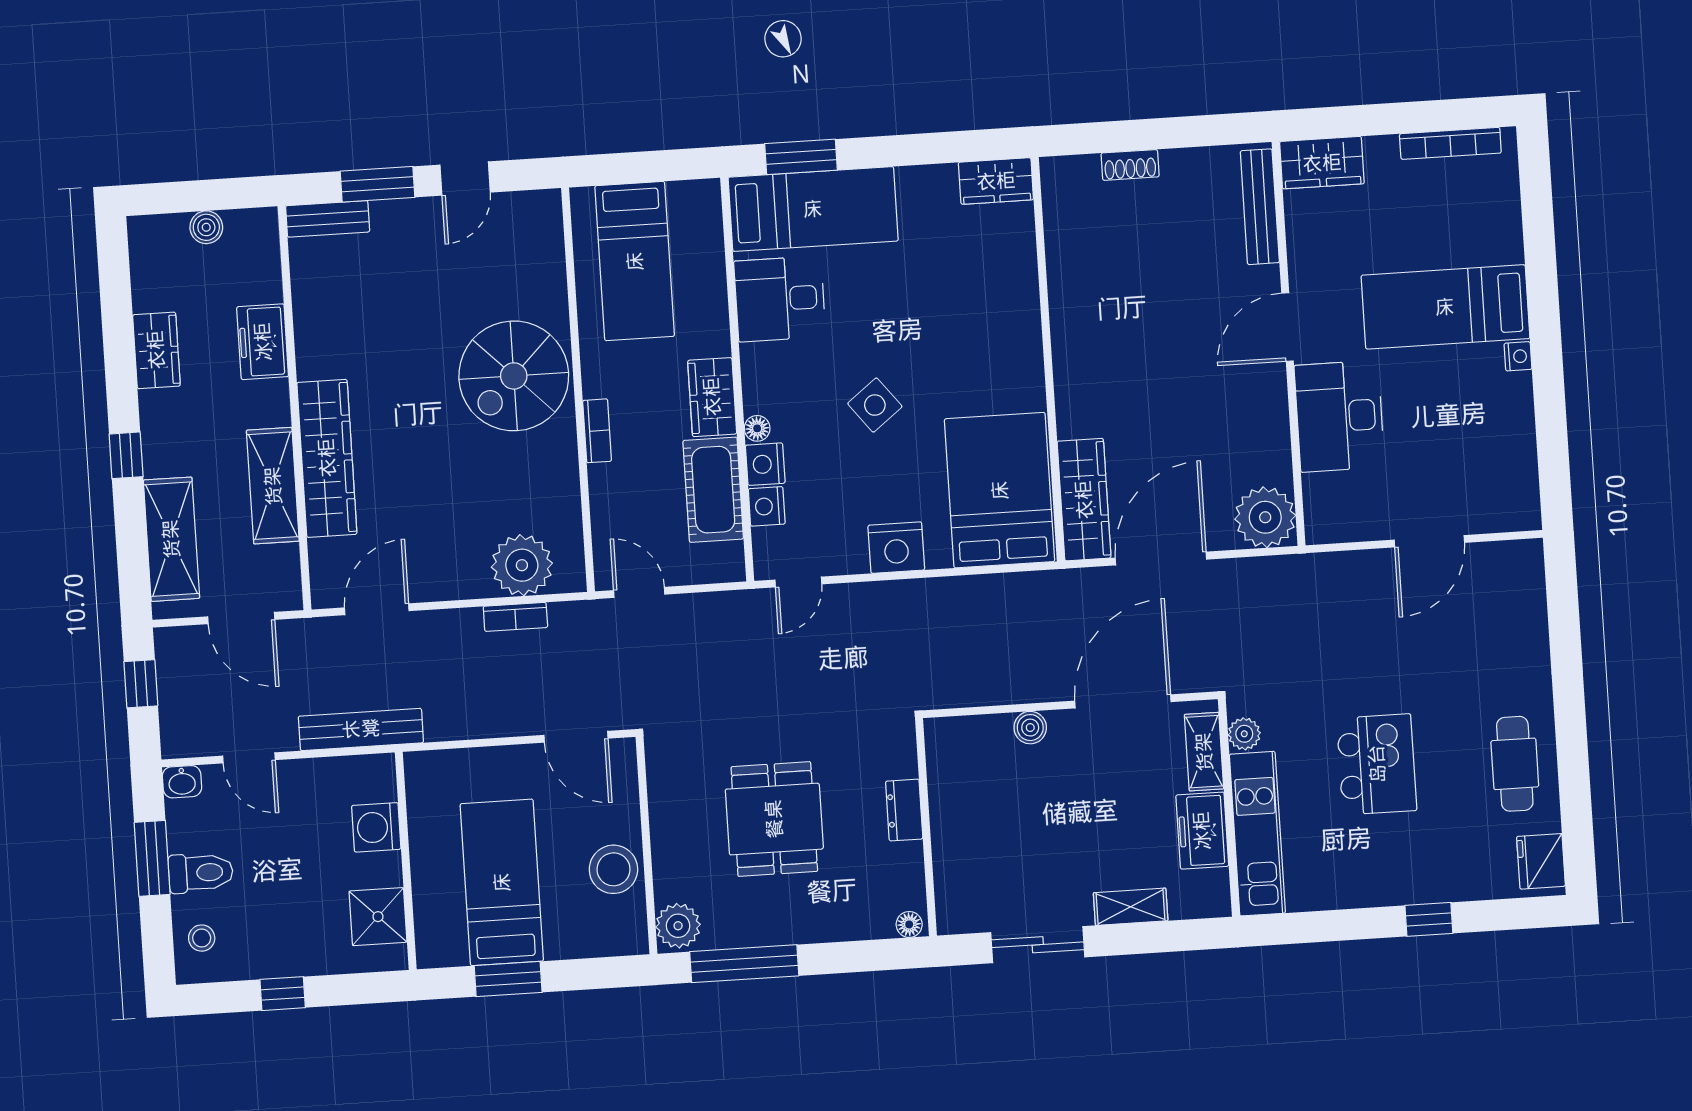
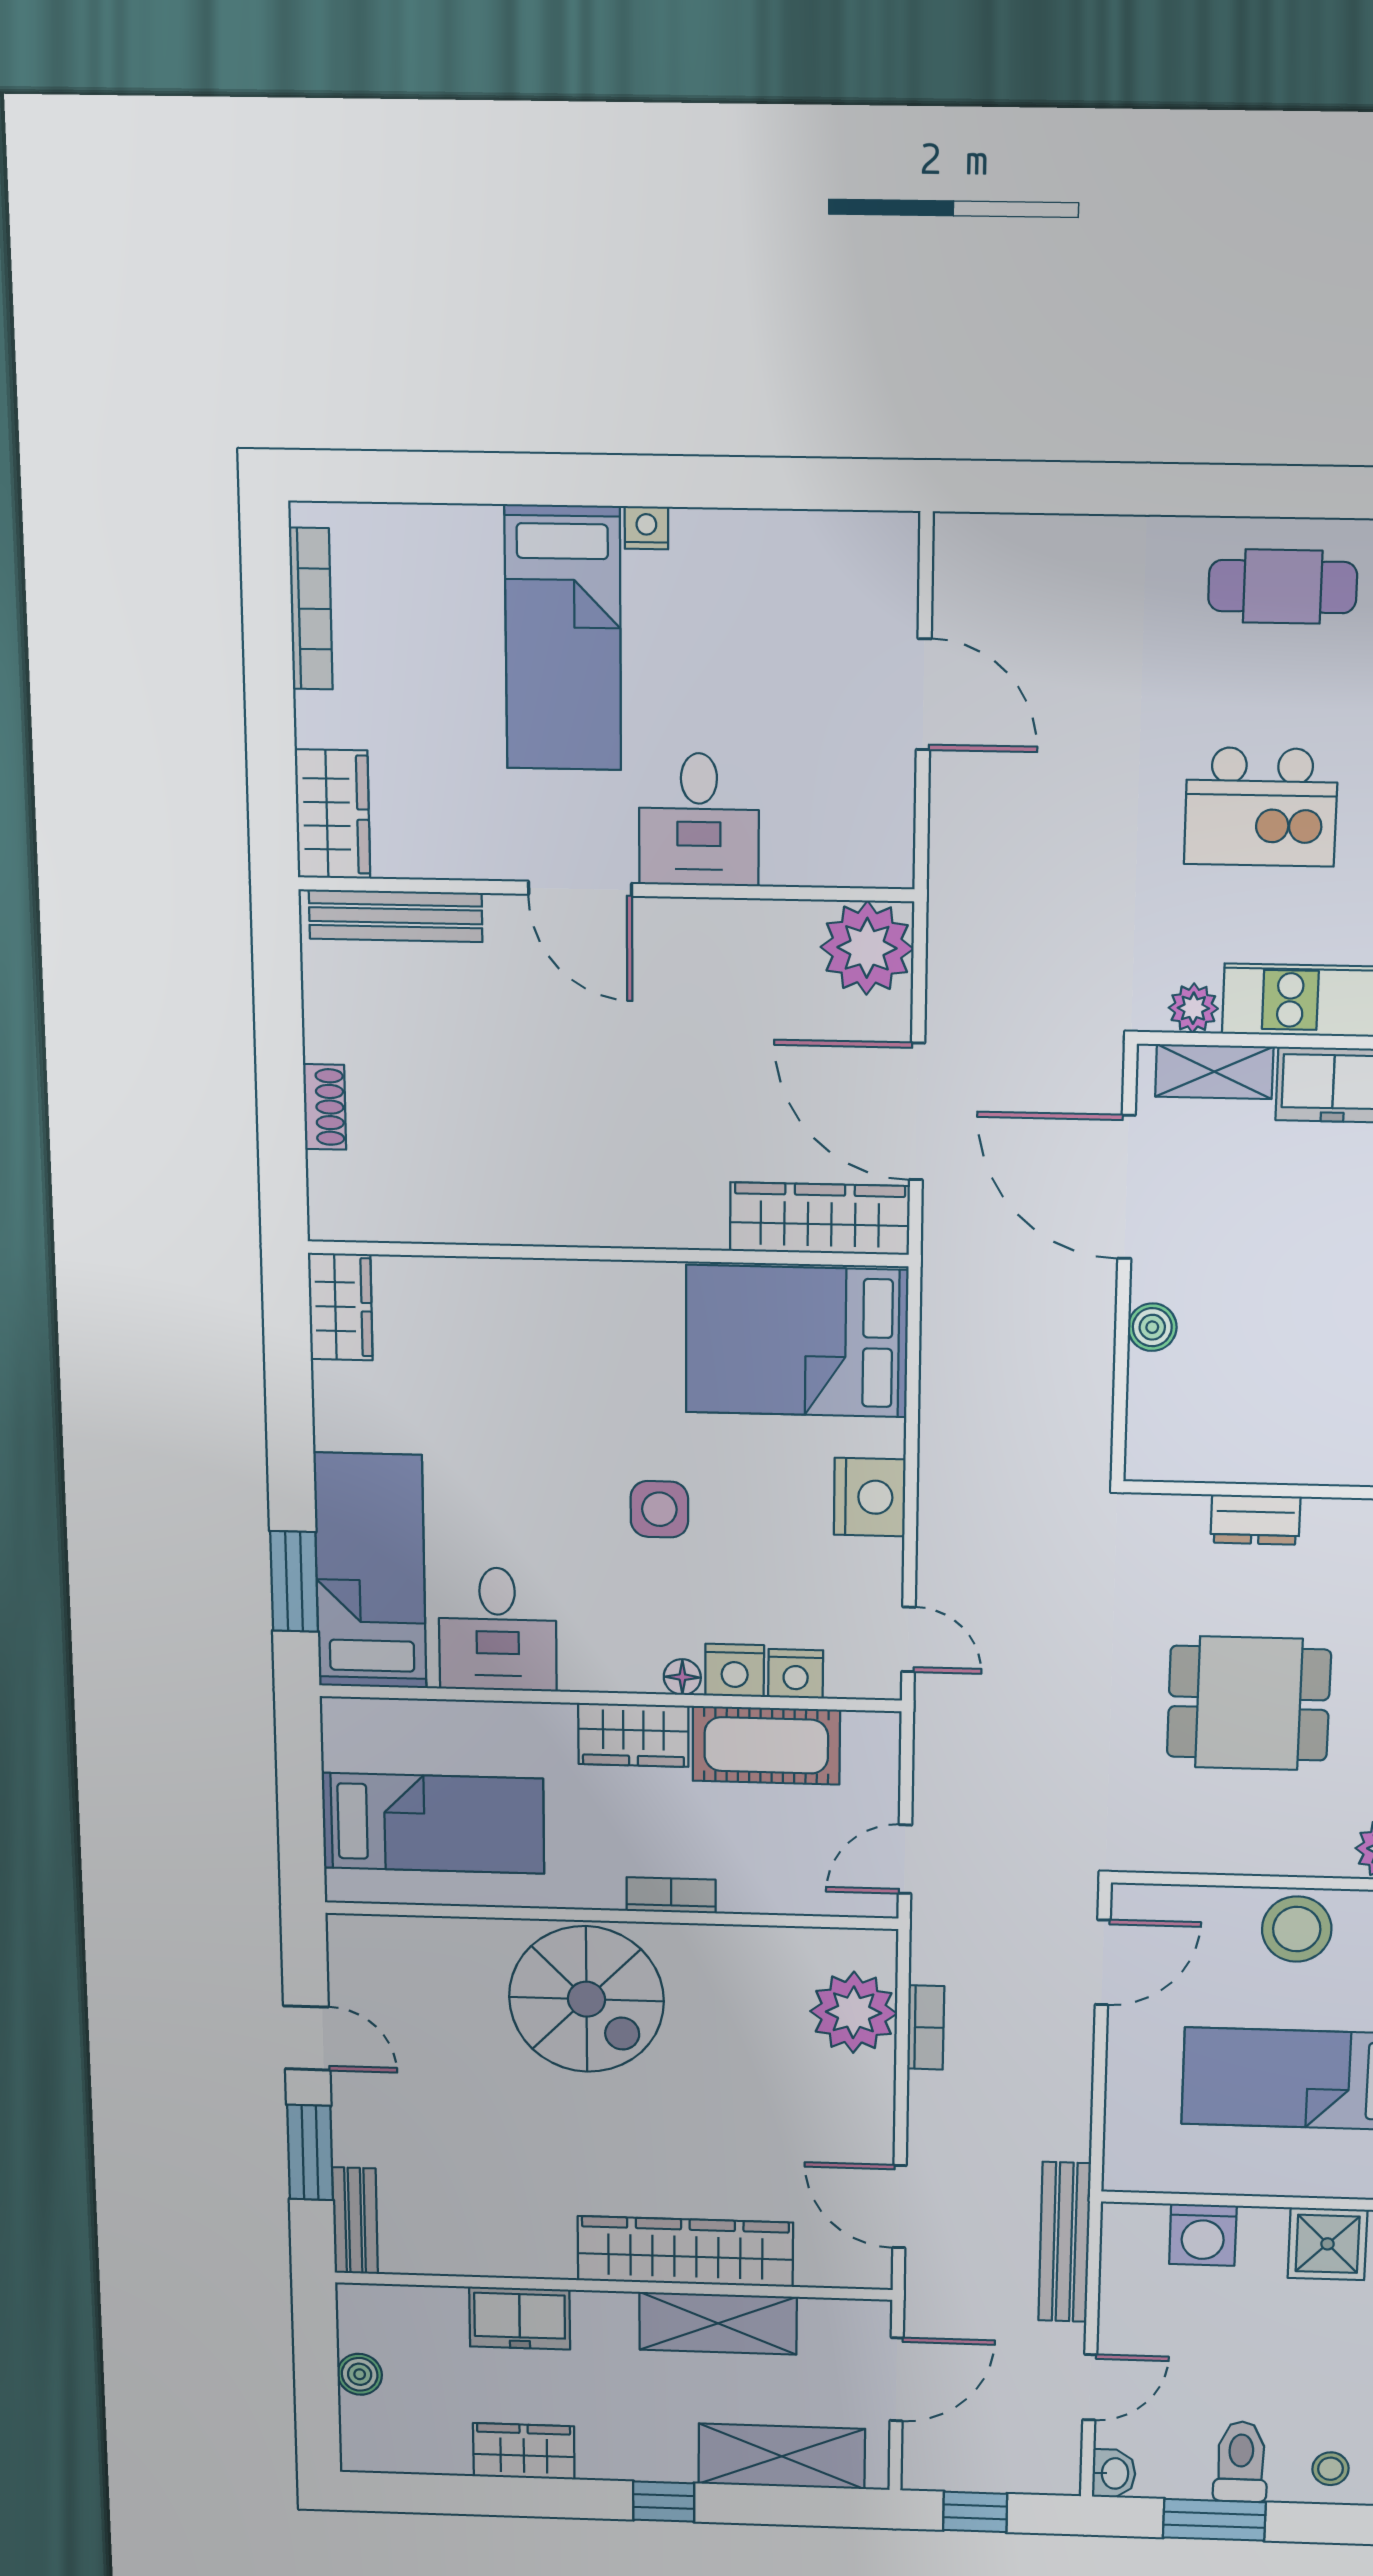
side table: (875, 405) -> (659, 1509), turned 38
desk: (1339, 416) -> (699, 819), width x0.73
kitchen island: (1377, 764) -> (1261, 807), turned 180

